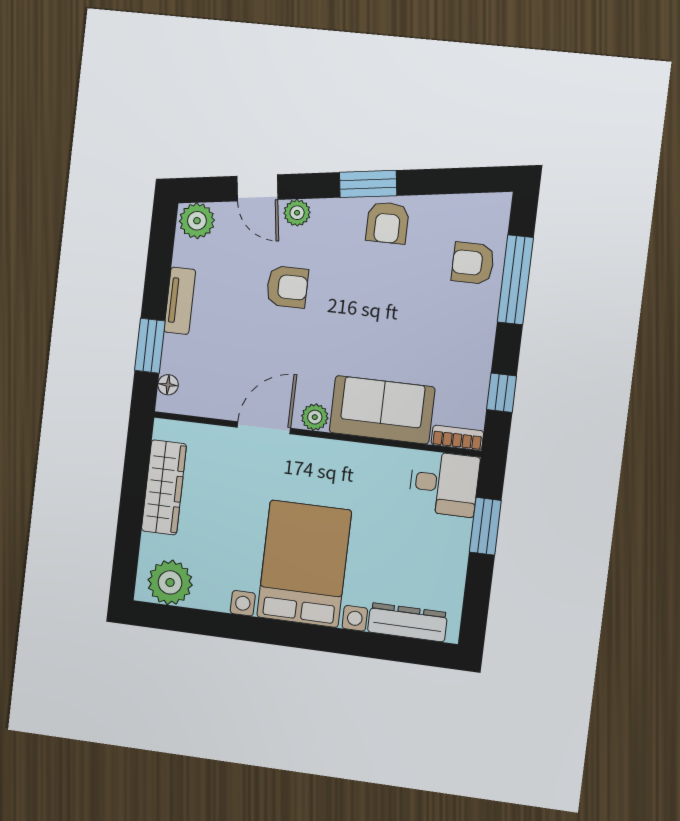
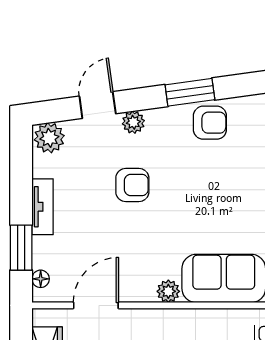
door: (257, 188) -> (98, 105), swing flipped
armchair: (387, 223) -> (210, 123), turned -90
door: (264, 428) -> (96, 305), moved

